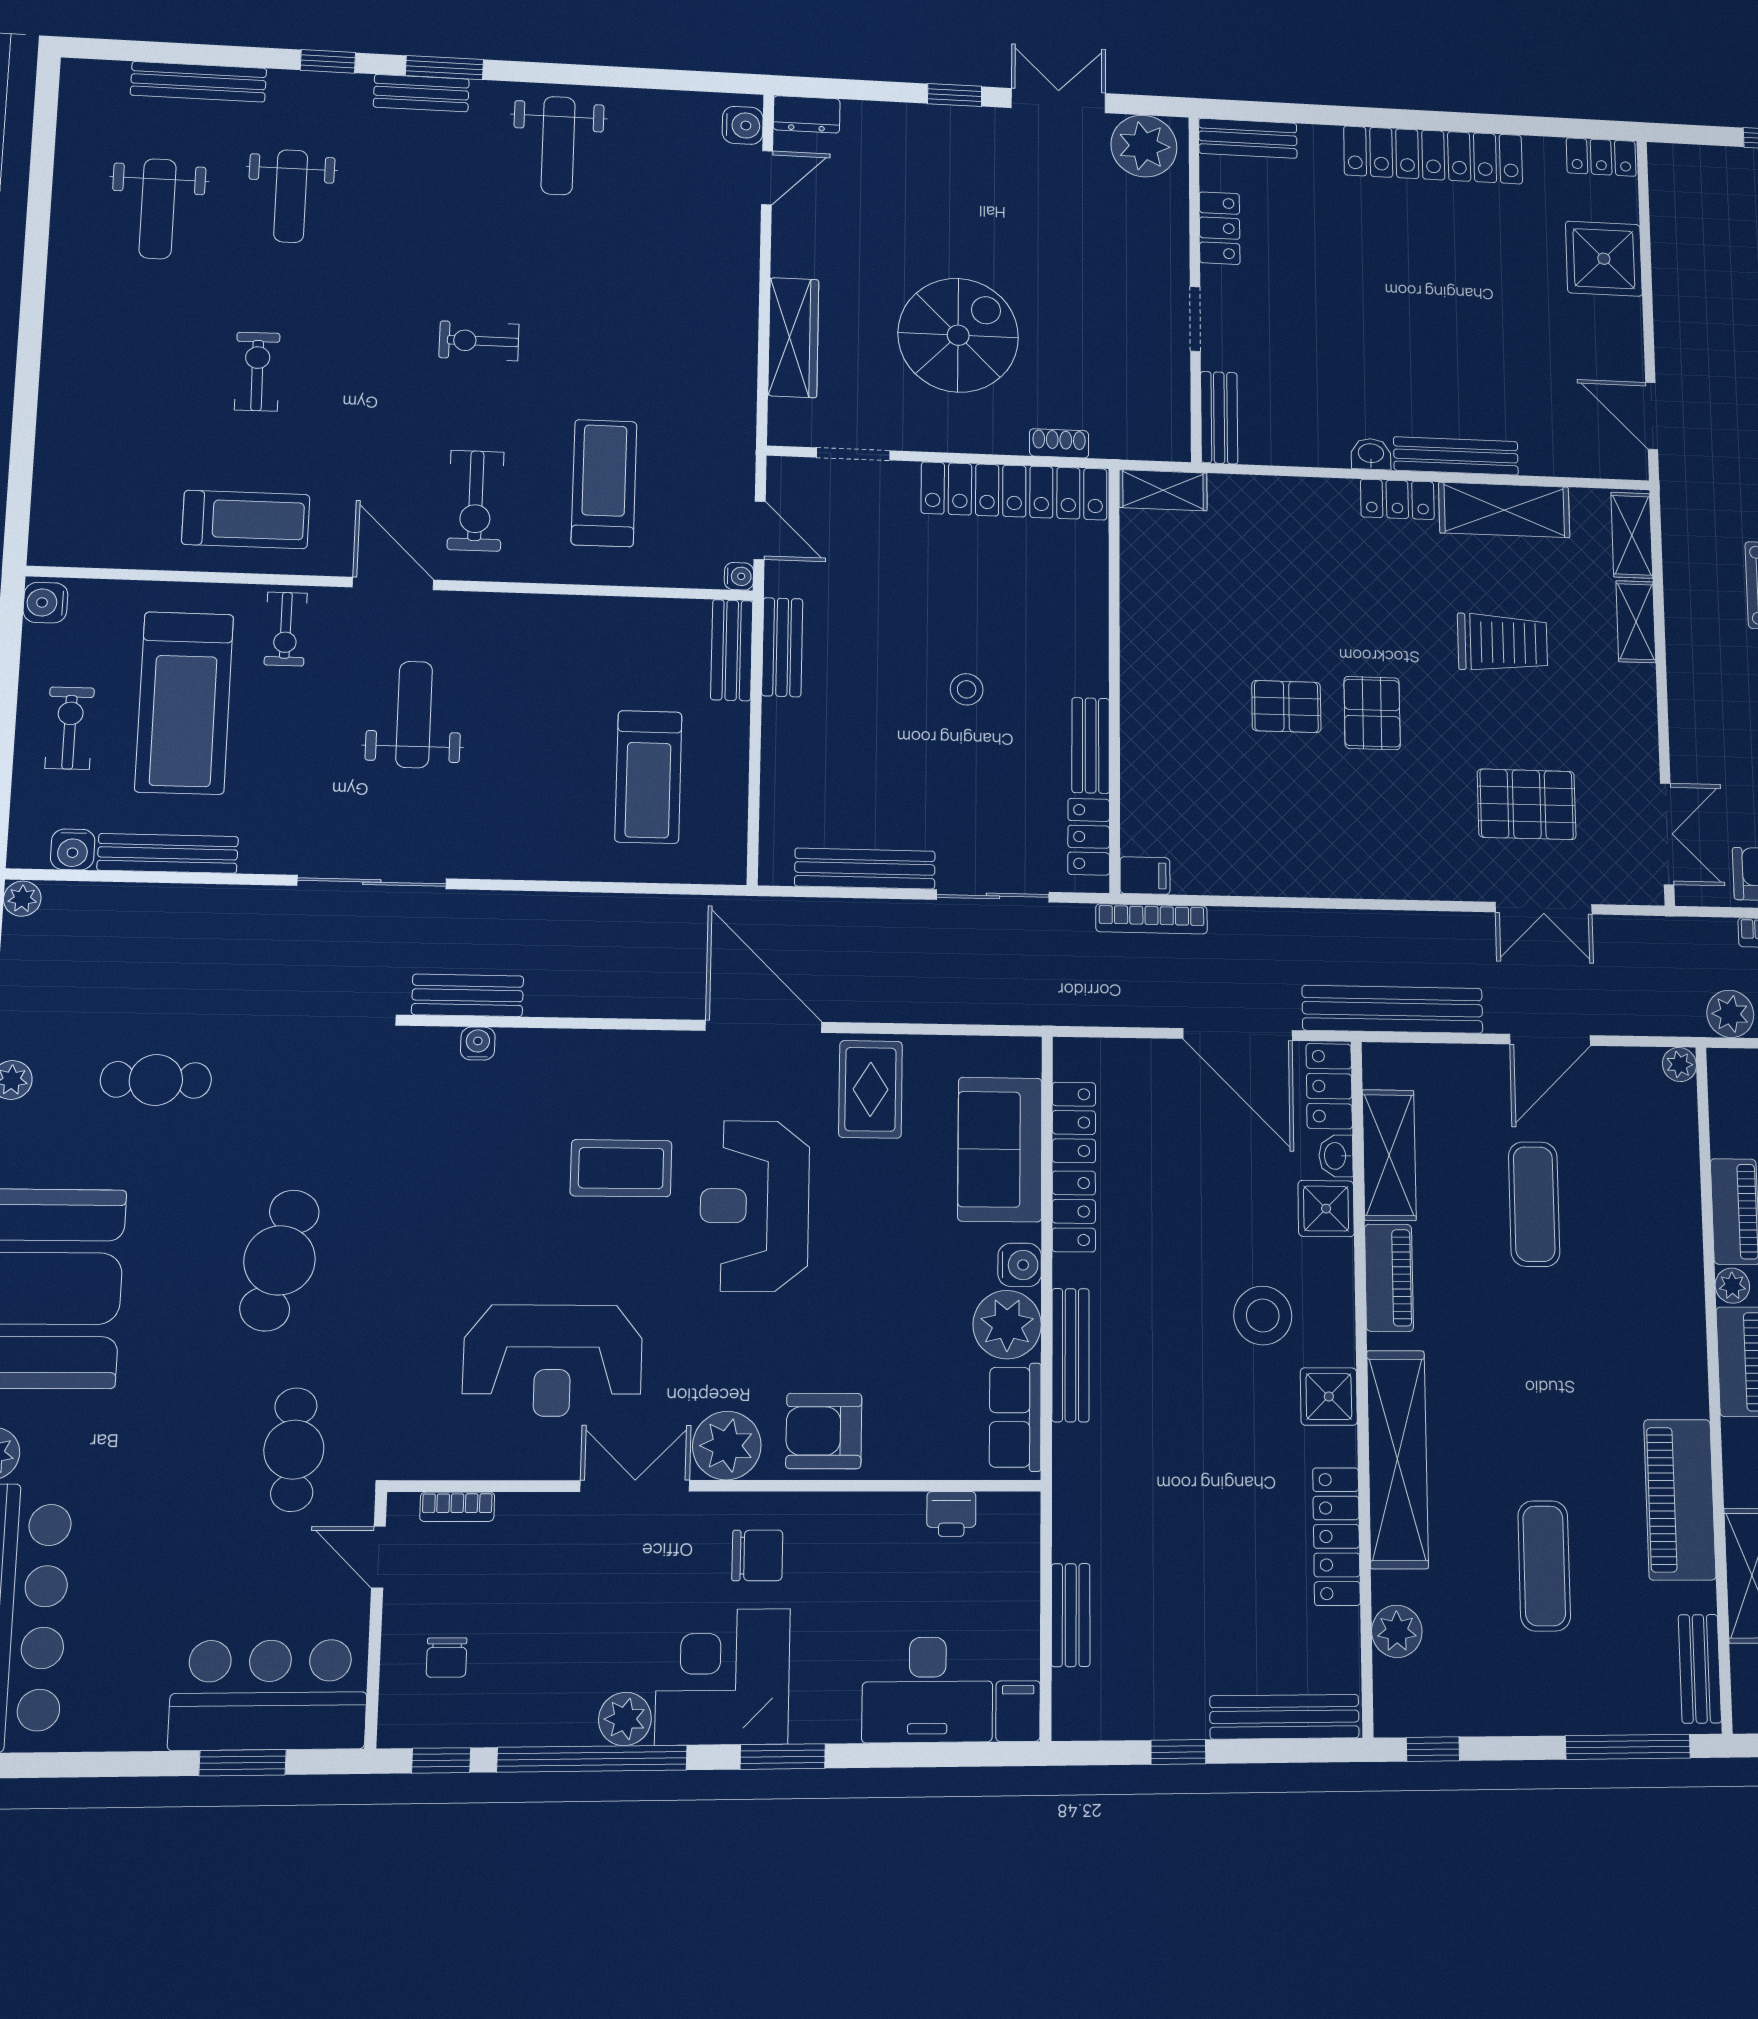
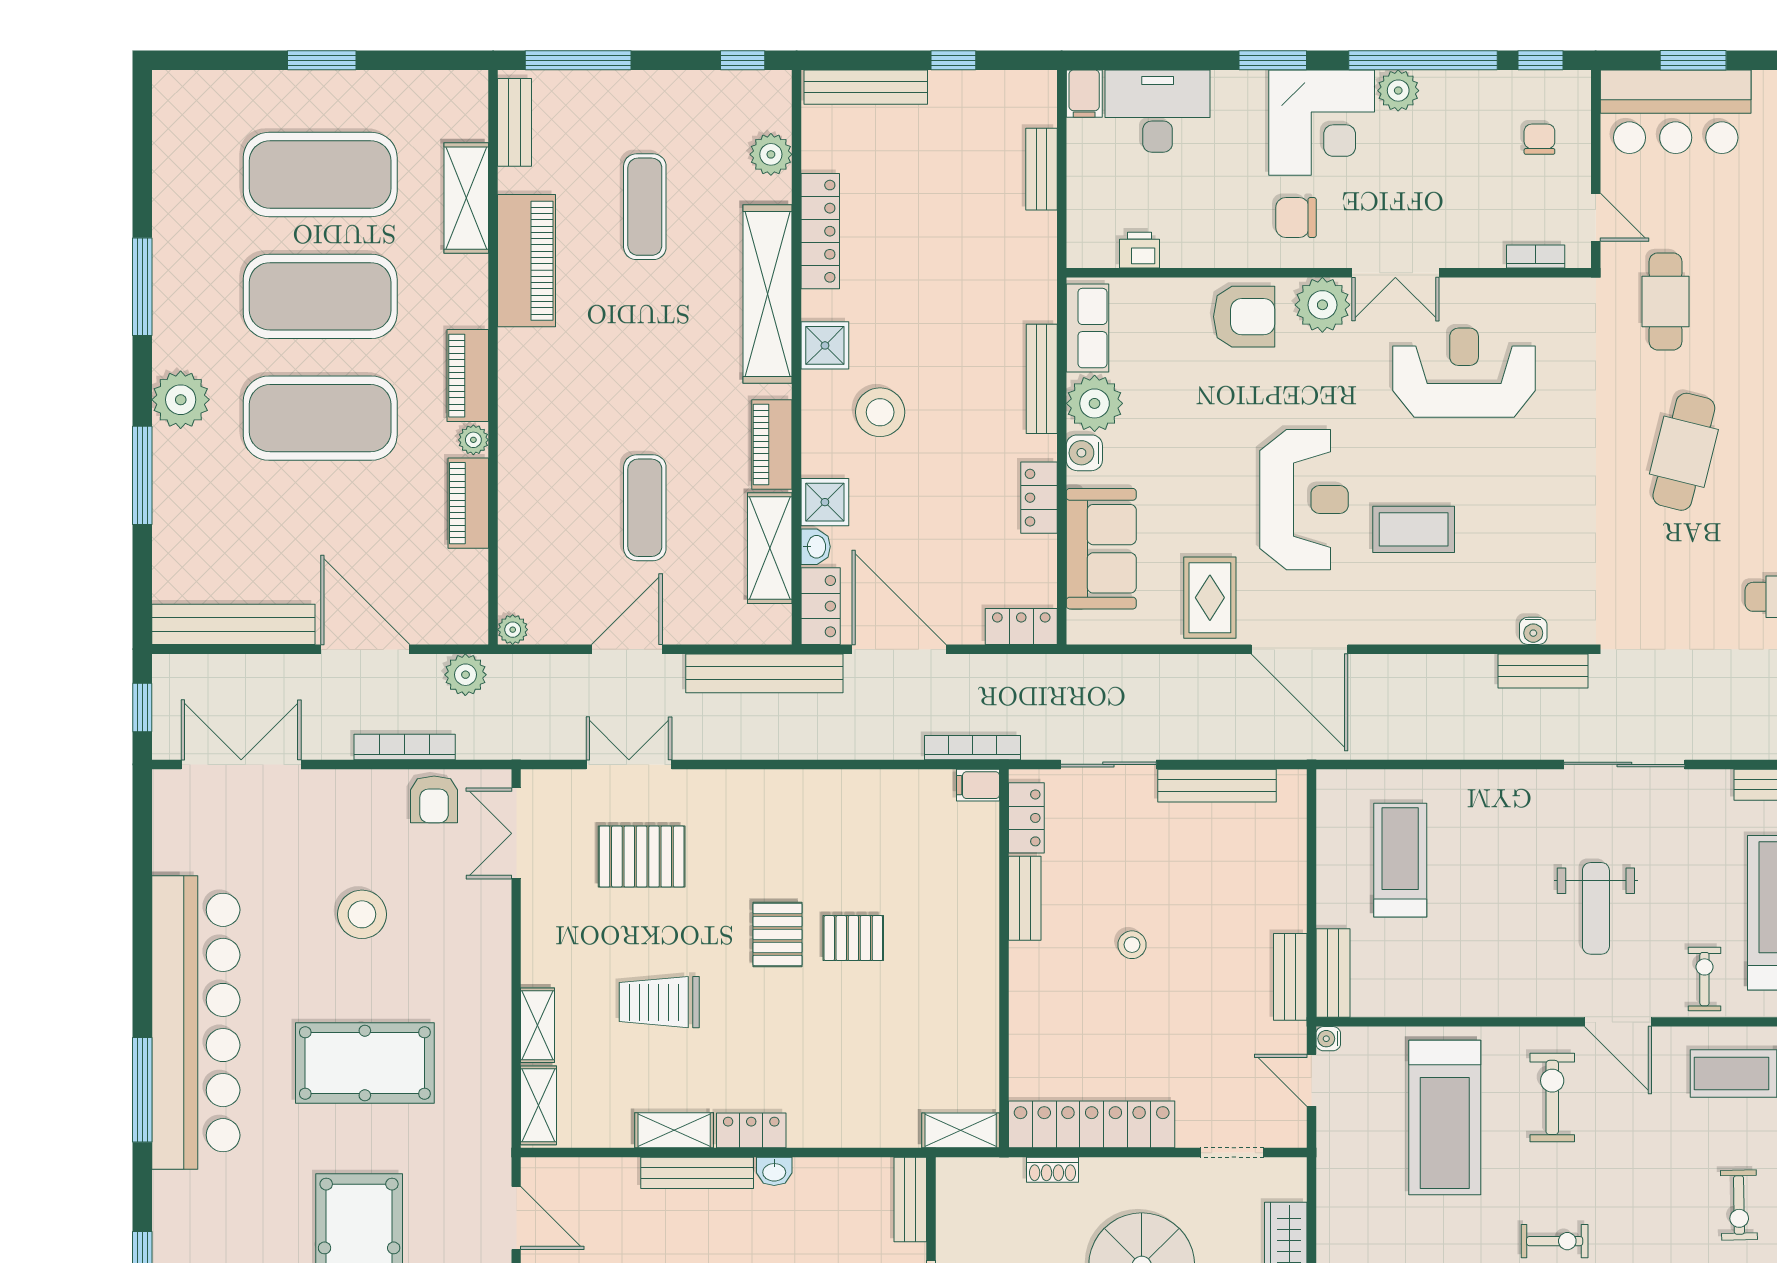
treadmill: (604, 483) -> (1445, 1118), width x1.37, depth x1.37
shelving: (1504, 510) -> (674, 1130), width x0.67, depth x0.75
locker: (1074, 1122) -> (1021, 626), moved, turned 90

